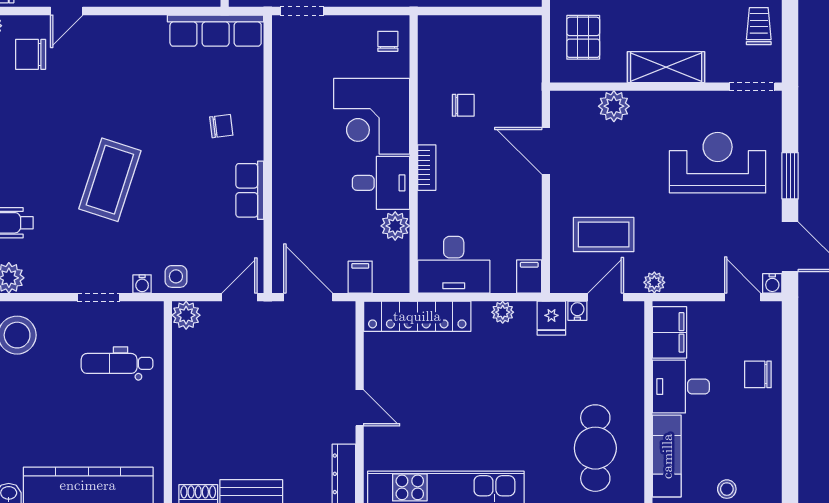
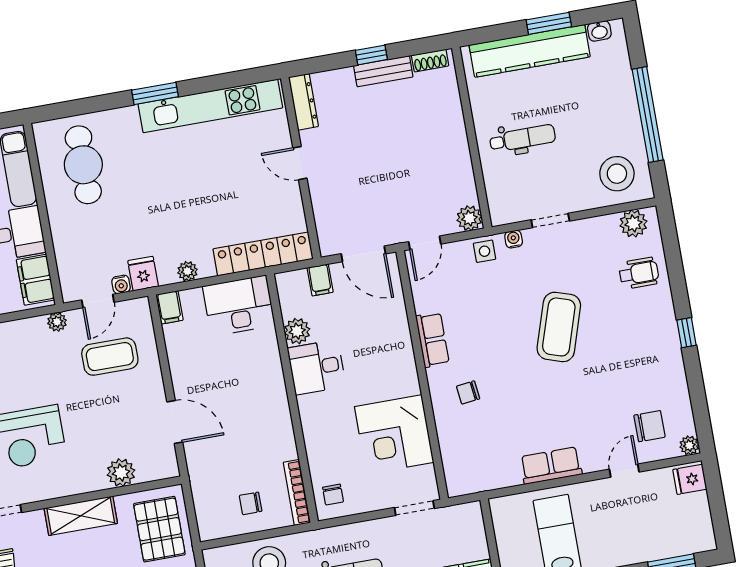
row of seats: (216, 31) -> (551, 466), moved, width x0.68
pallet: (583, 37) -> (159, 529), width x1.50, depth x1.42
chair: (463, 105) -> (251, 503), moved
corner desk: (372, 116) -> (394, 435), moved, turned 180
bookcase: (427, 168) -> (297, 492), moved, width x1.56
dental chair: (117, 363) -> (523, 138), moved

